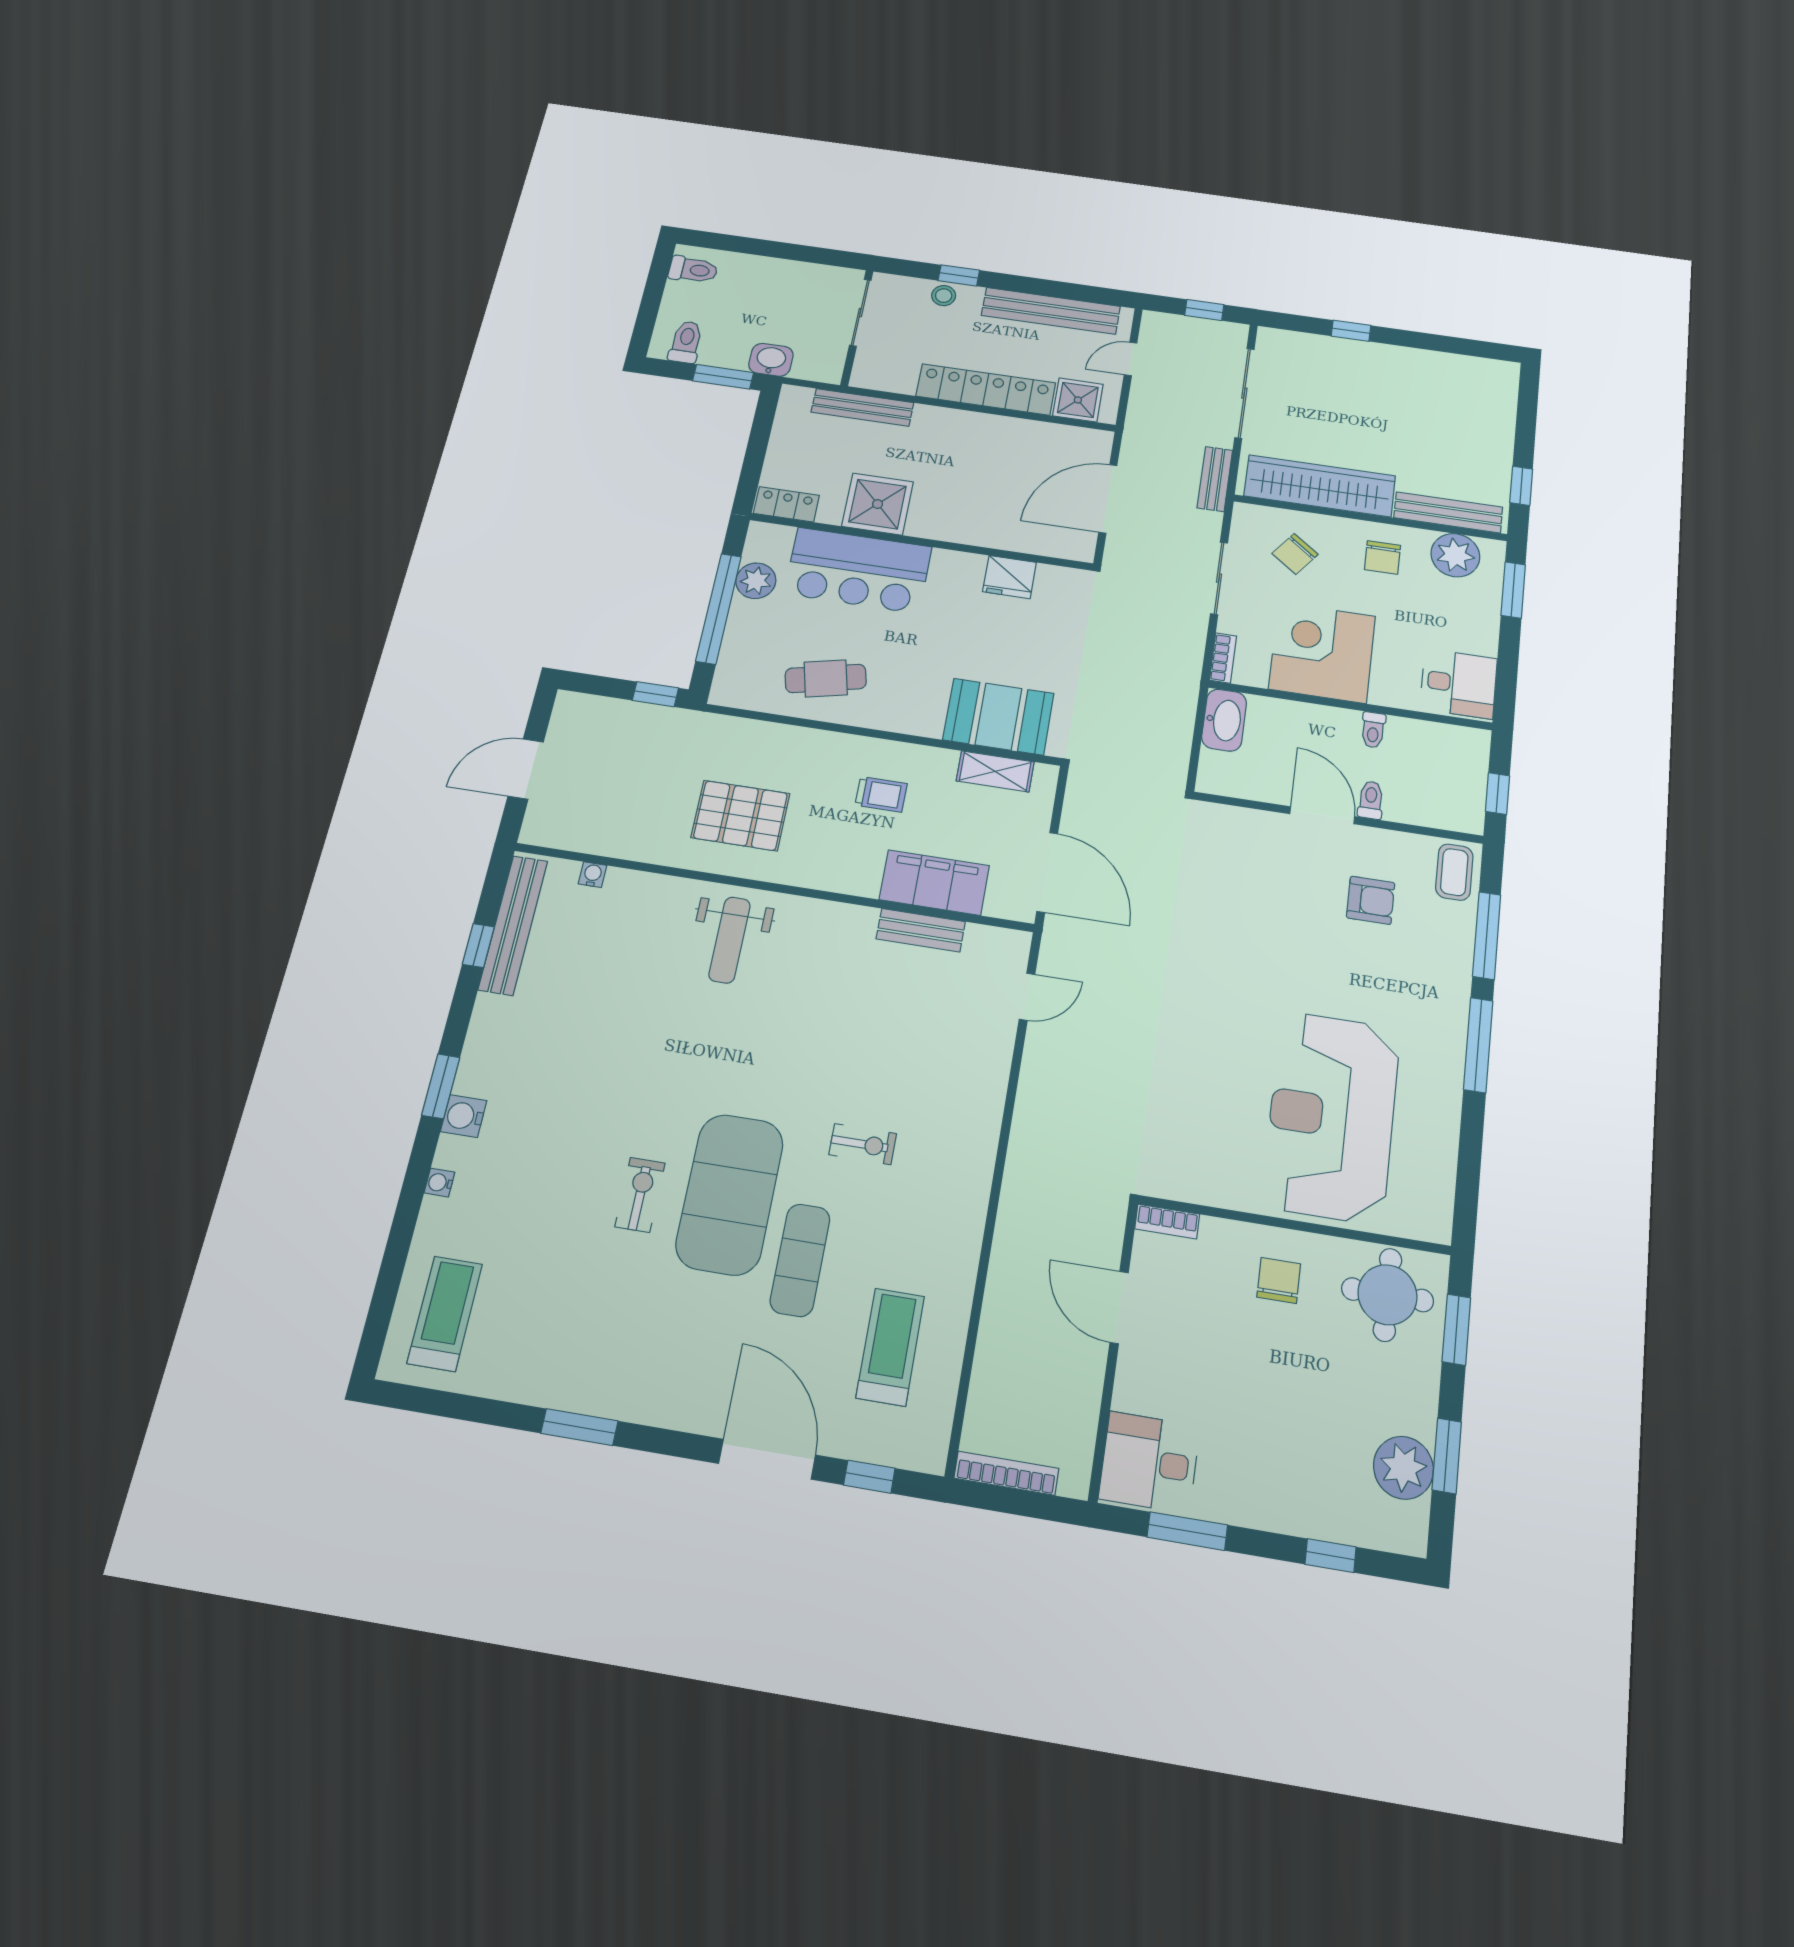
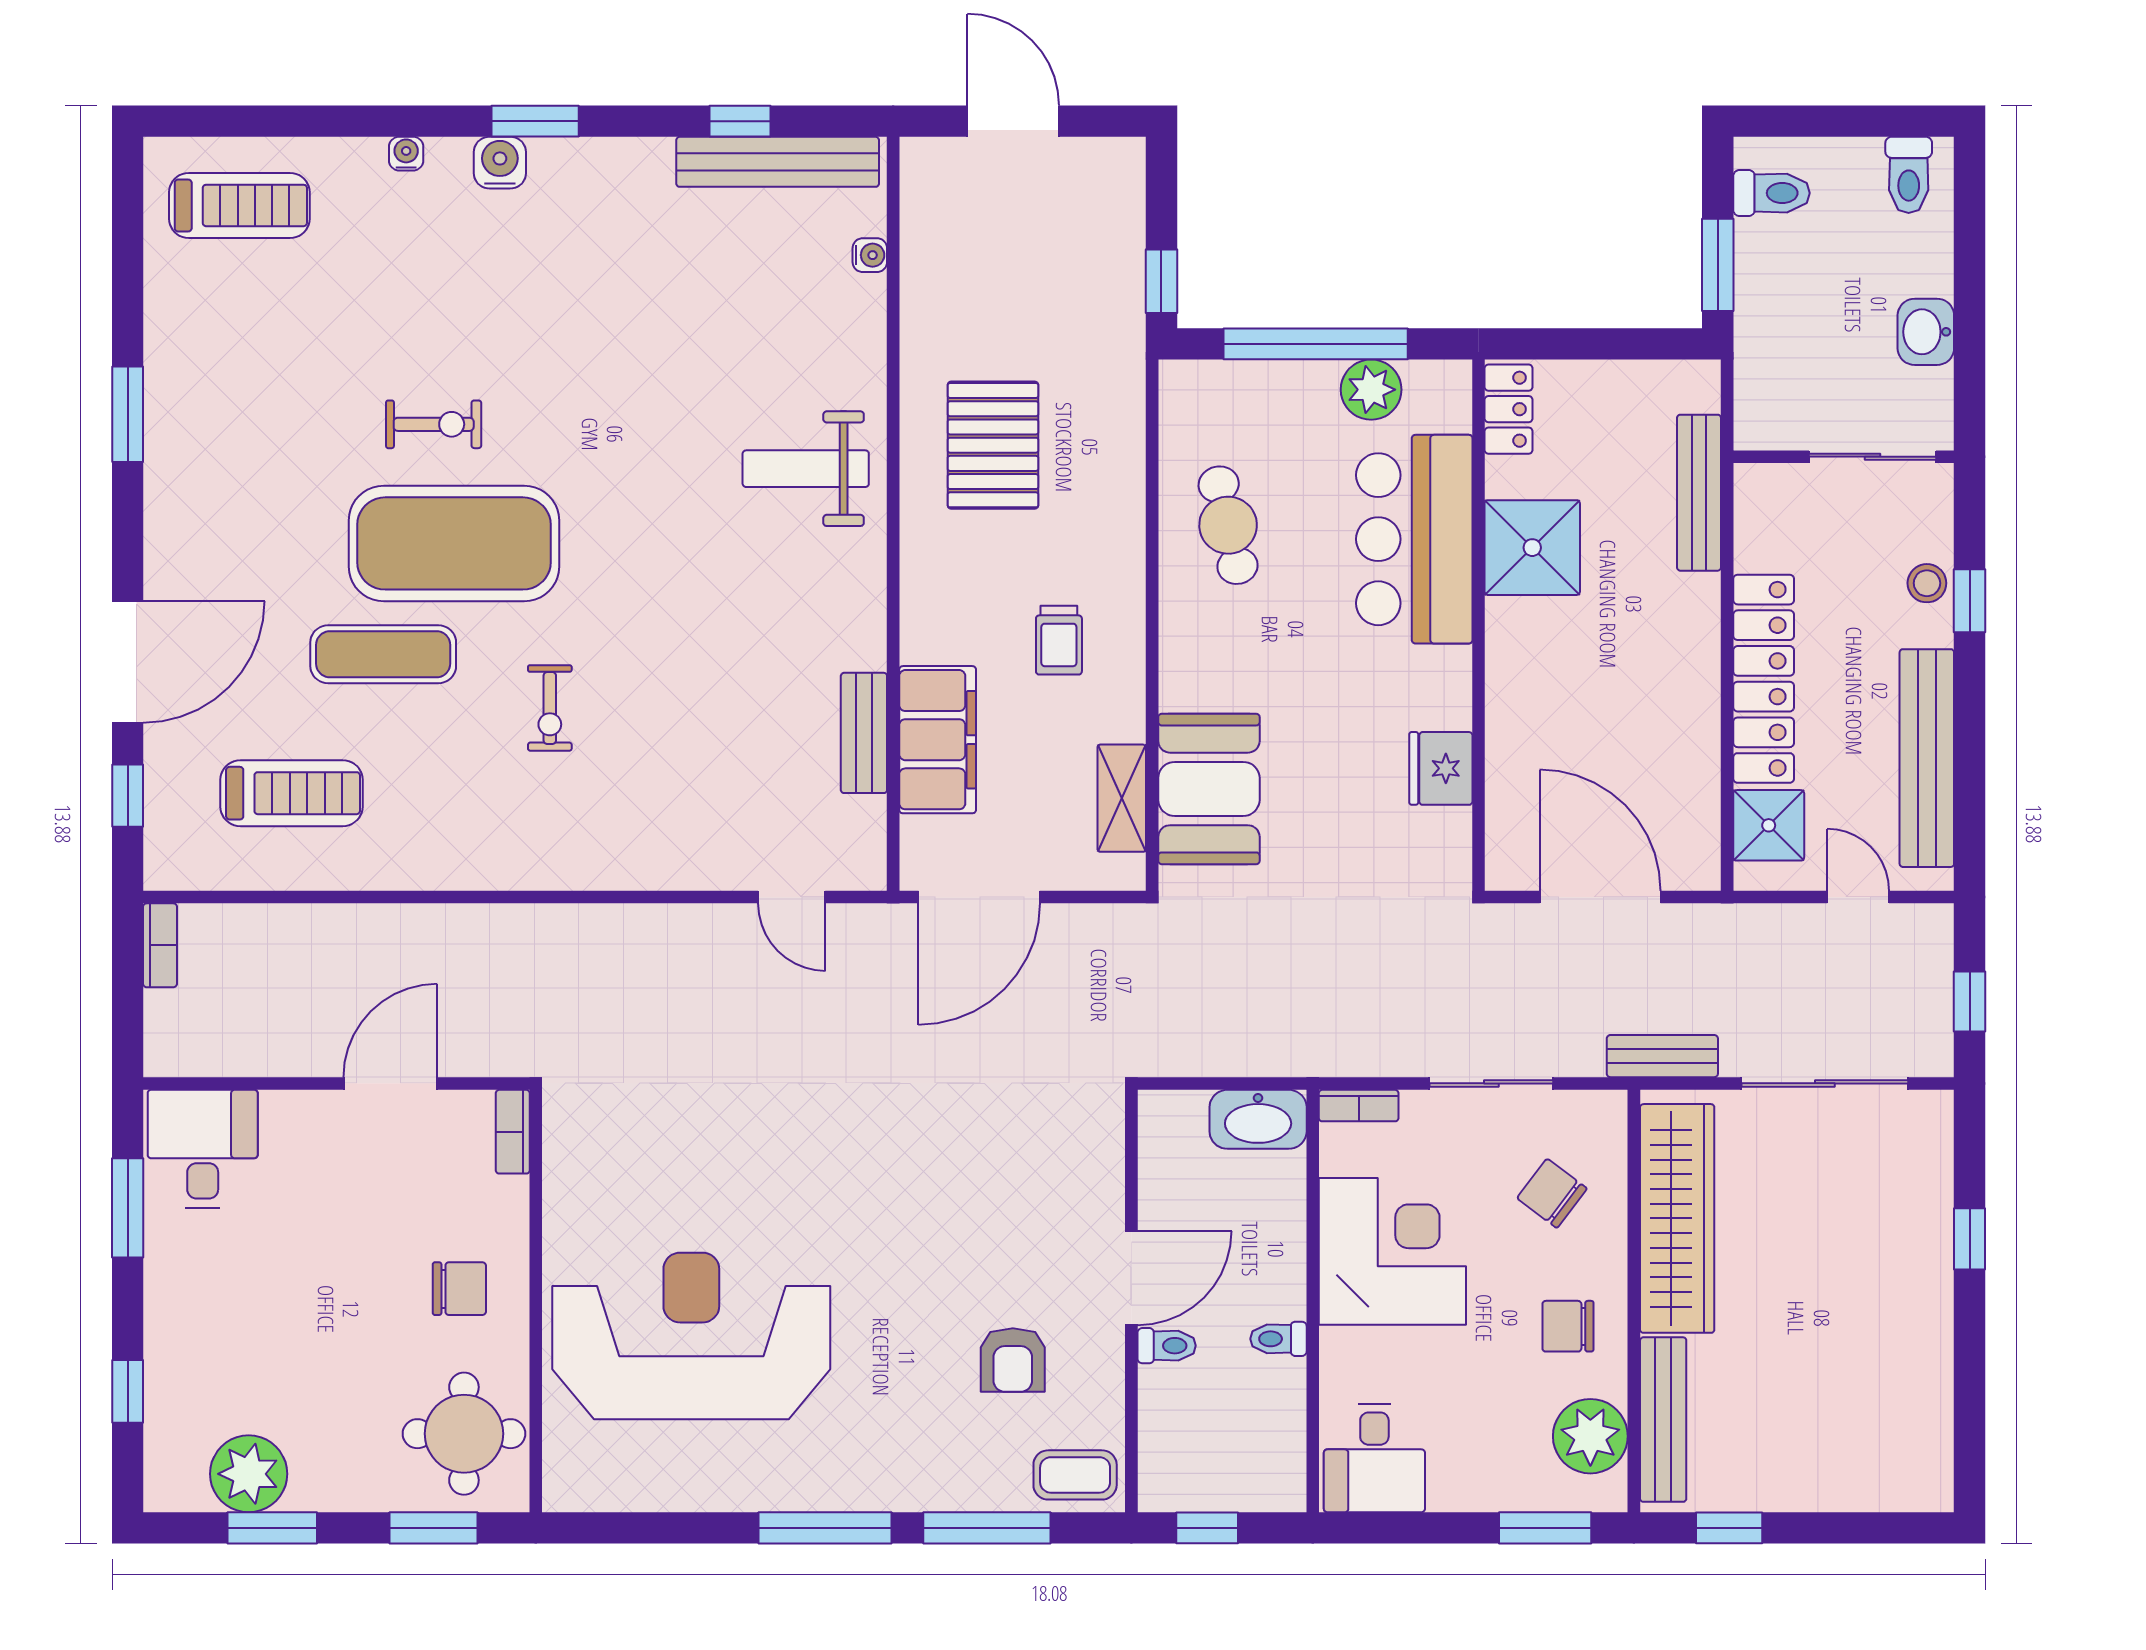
washbasin: (771, 360) -> (1926, 332), moved, turned 180
bookcase: (1006, 1473) -> (160, 945), width x0.64

